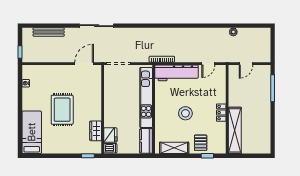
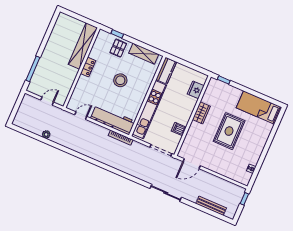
wardrobe: (96, 131) -> (201, 113), moved
bed: (32, 132) -> (259, 108), moved, turned 90
dishwasher: (110, 148) -> (179, 129), moved

